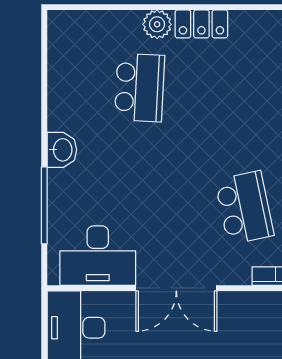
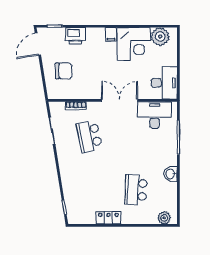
plant: (157, 24) -> (164, 218), moved
washbasin: (62, 150) -> (171, 174), moved

